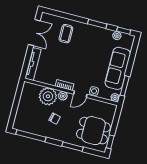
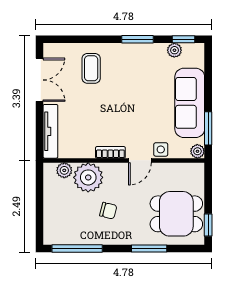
plant: (63, 96) -> (64, 170), moved

